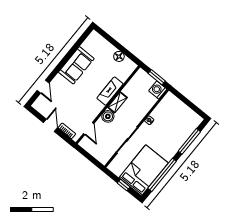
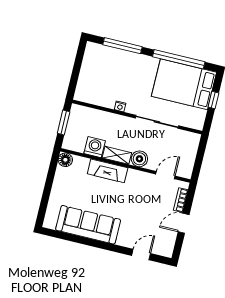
floor lamp: (119, 56) -> (65, 160), moved
sofa: (76, 65) -> (88, 225), width x1.36
washing machine: (158, 90) -> (95, 147), moved, turned 180

